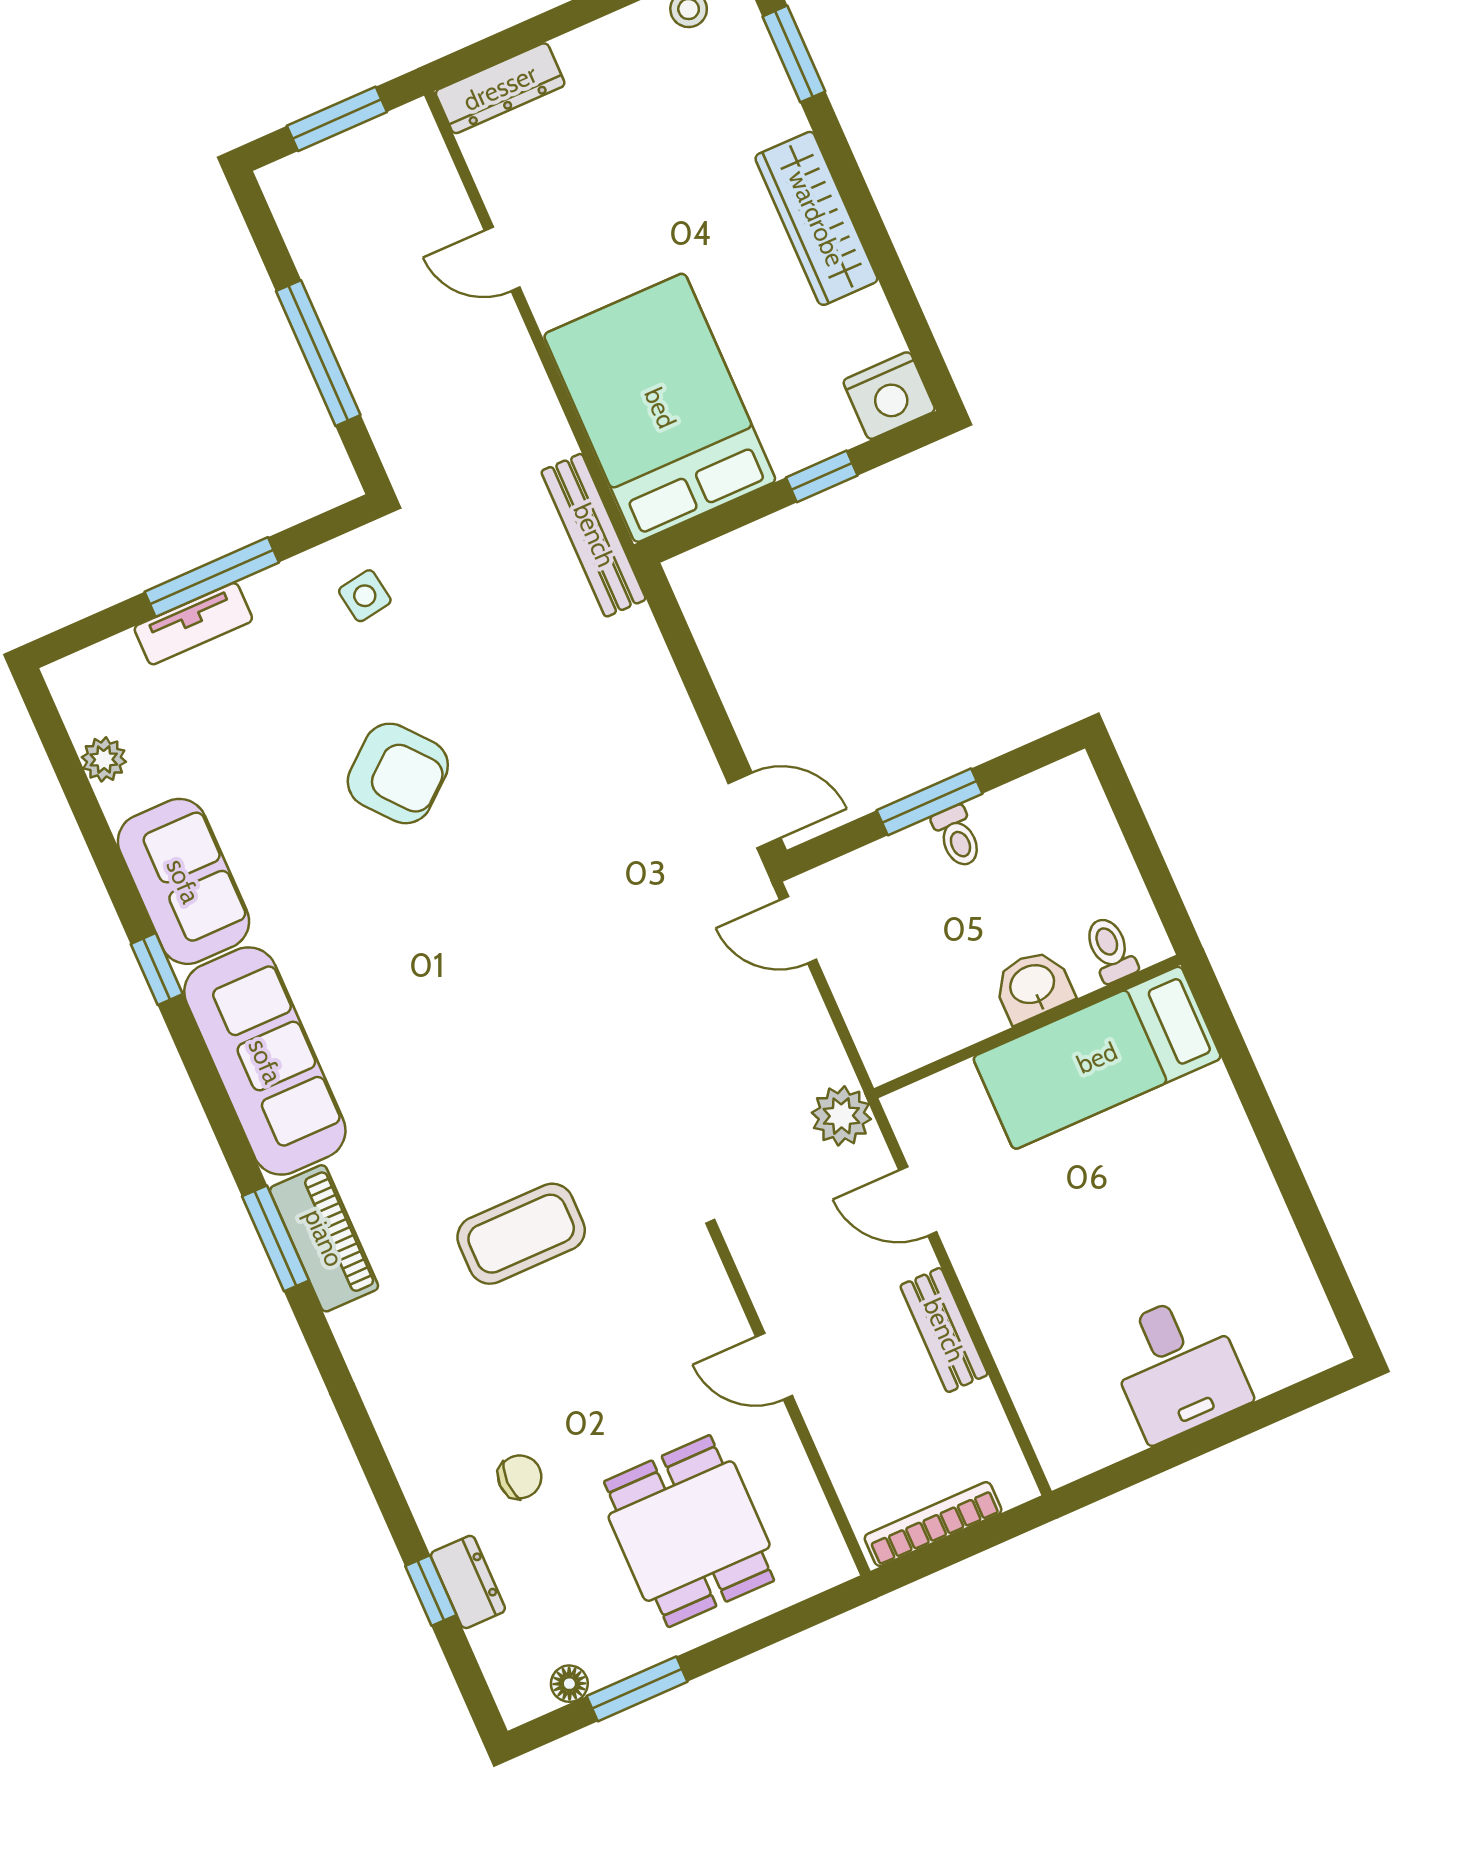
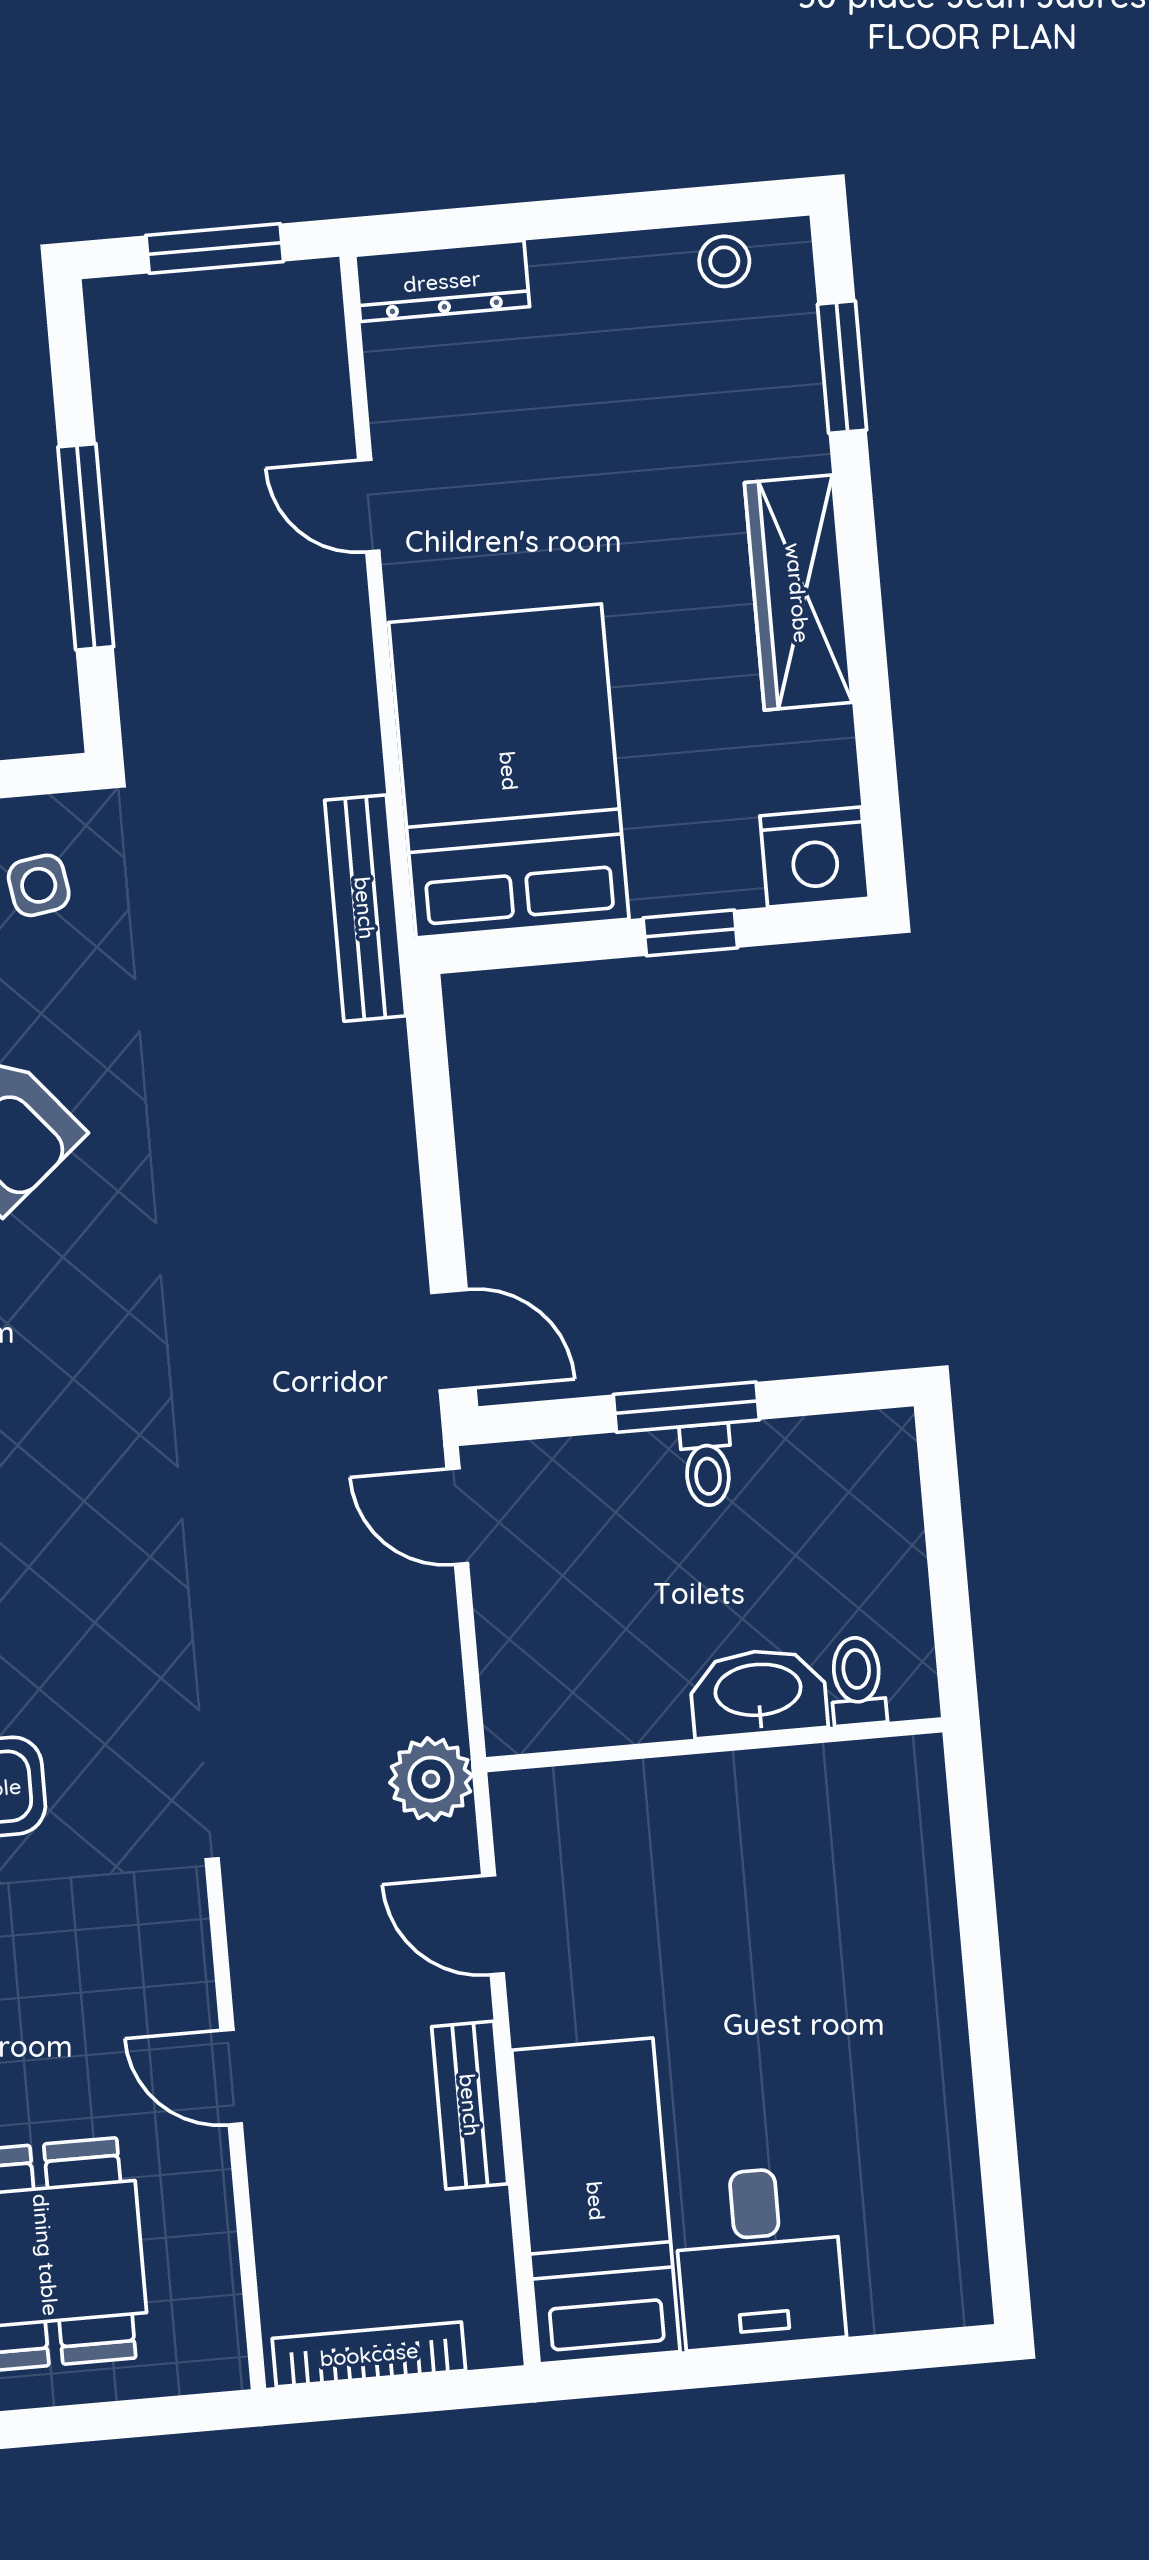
washbasin: (1033, 986) -> (758, 1692), width x1.38
bed: (1097, 1058) -> (596, 2201), moved, turned 90

